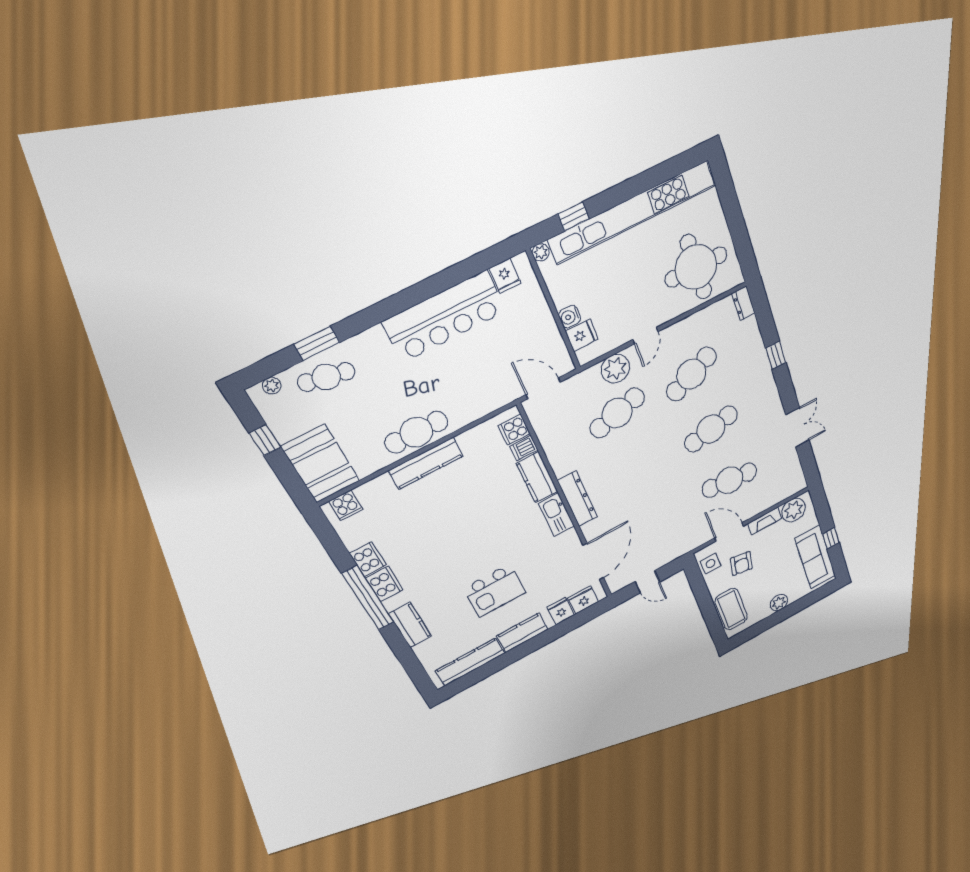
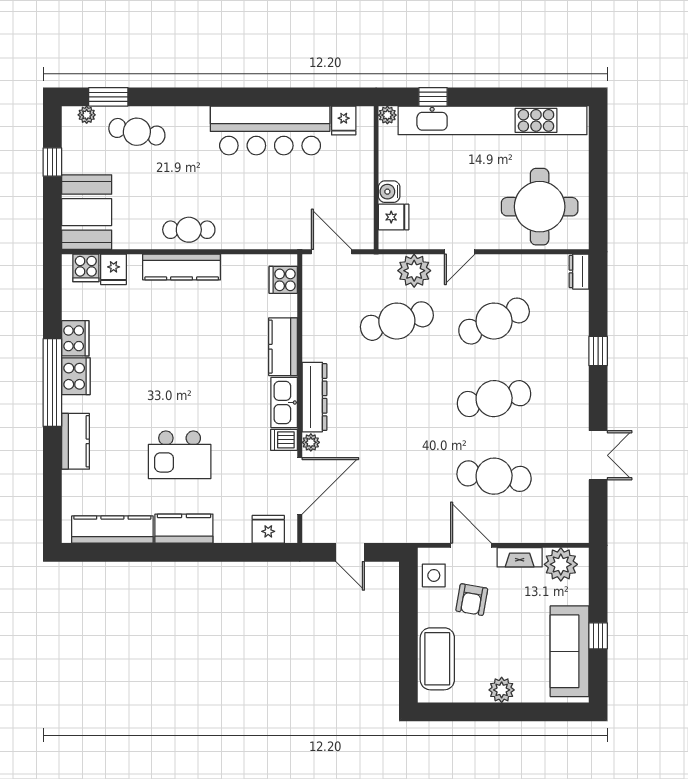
window: (317, 343) -> (108, 97), moved
cafe table: (416, 432) -> (189, 230), width x0.73, depth x0.74
dishwasher: (524, 448) -> (284, 440), moved
plant: (589, 530) -> (311, 442), added
fridge: (561, 611) -> (114, 269), moved, turned 180

